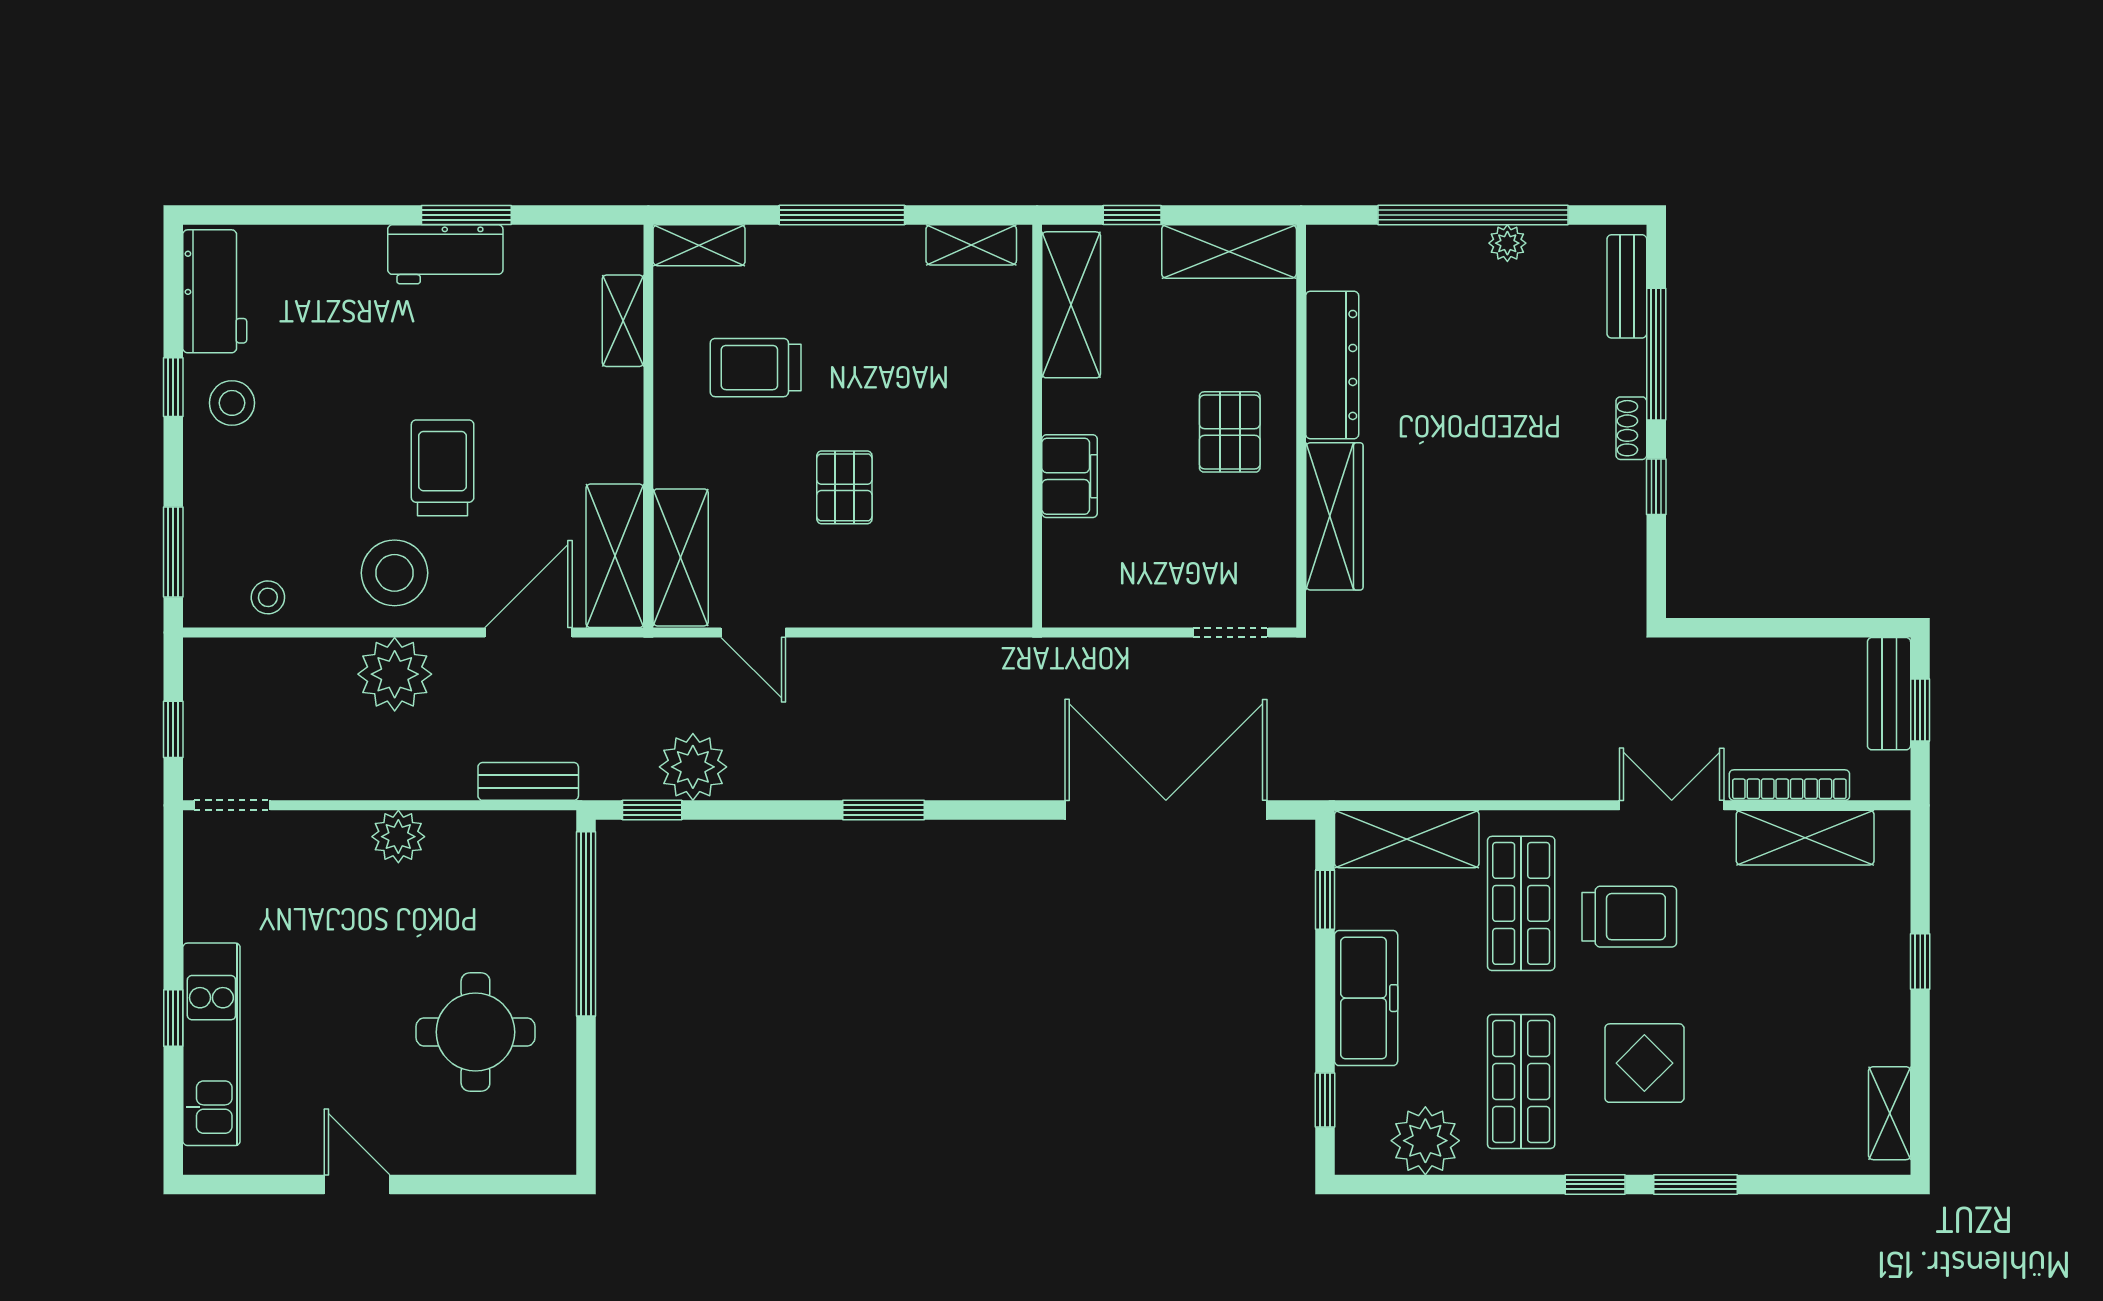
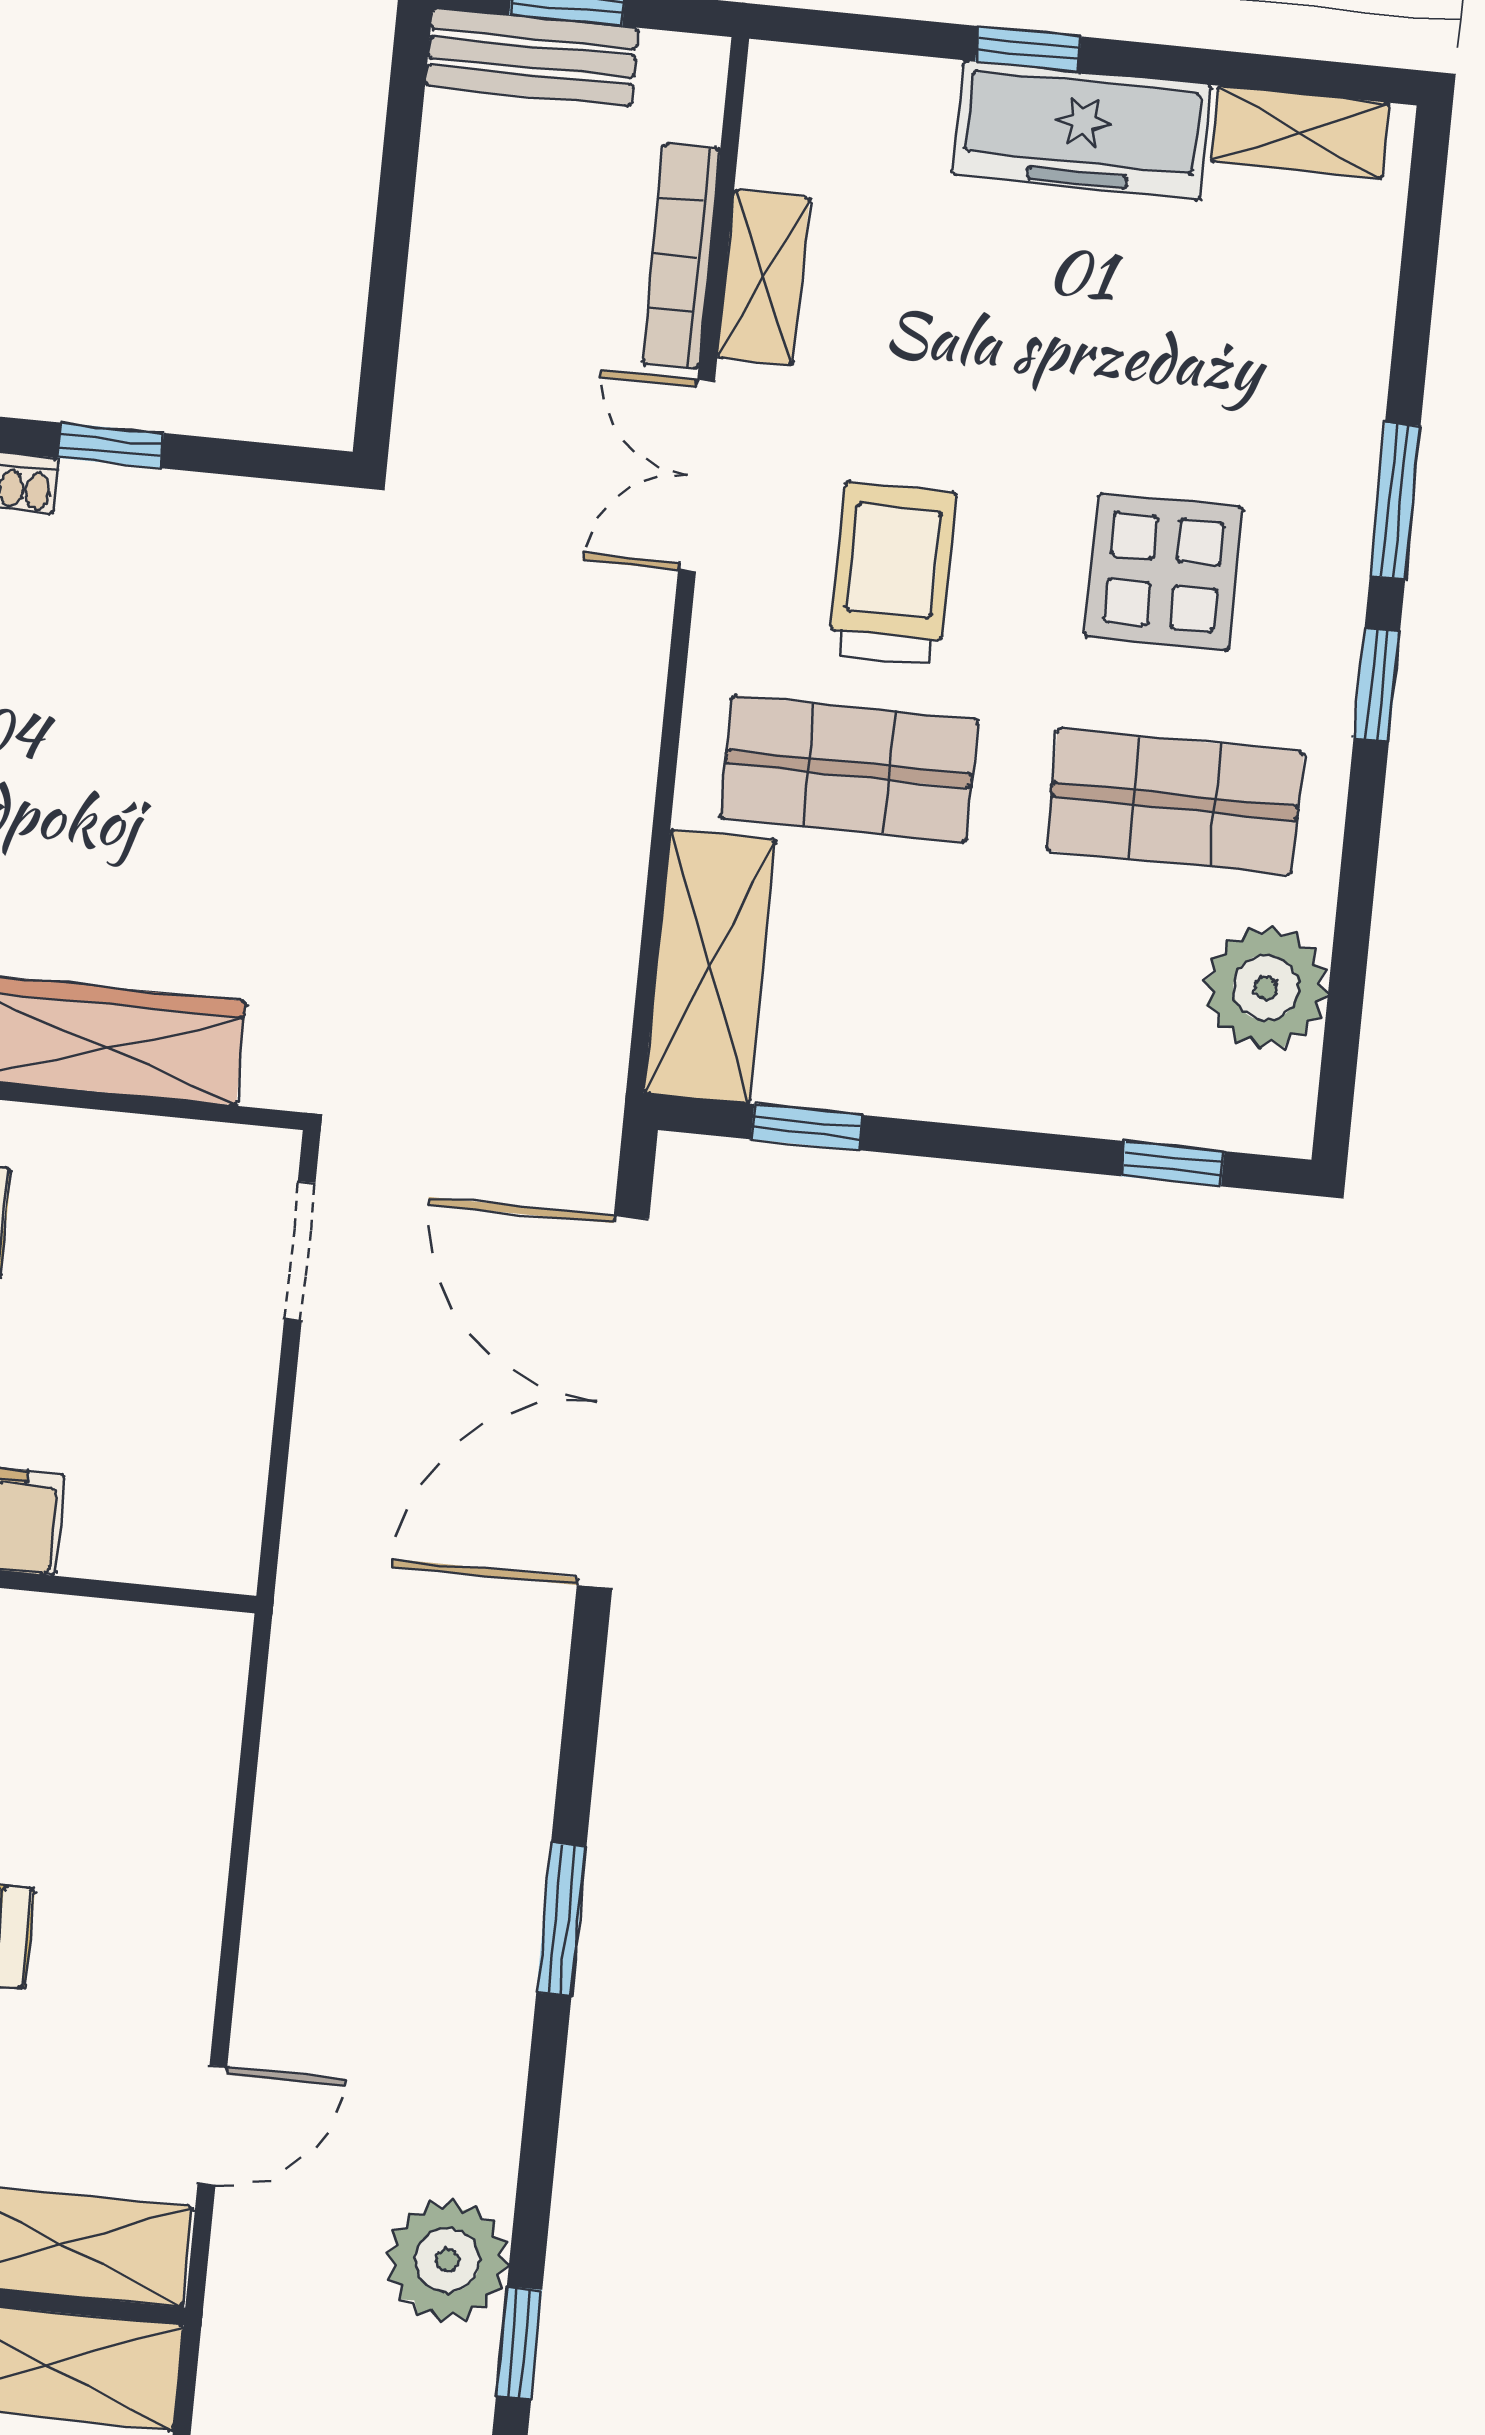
shelving: (1805, 838) -> (763, 278), width x0.67, depth x0.75
freezer: (1366, 998) -> (1082, 130), moved, turned 180

